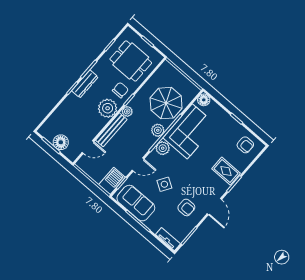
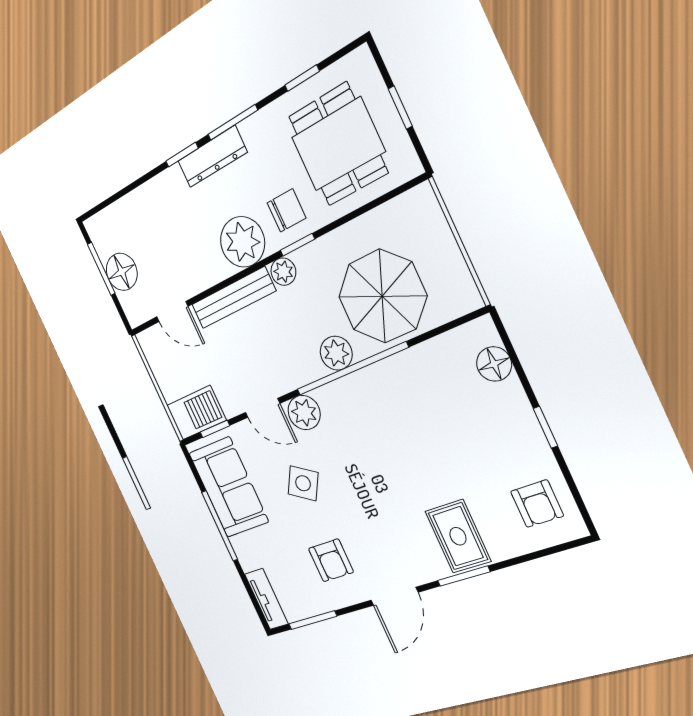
floor lamp: (204, 100) -> (494, 364), moved
corner sofa: (190, 131) -> (411, 396), removed
plant: (163, 148) -> (304, 413), moved

